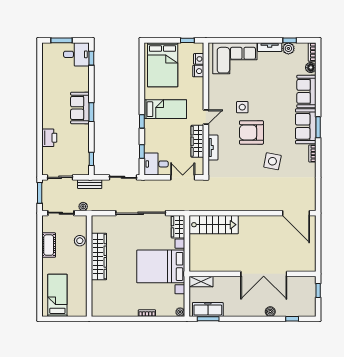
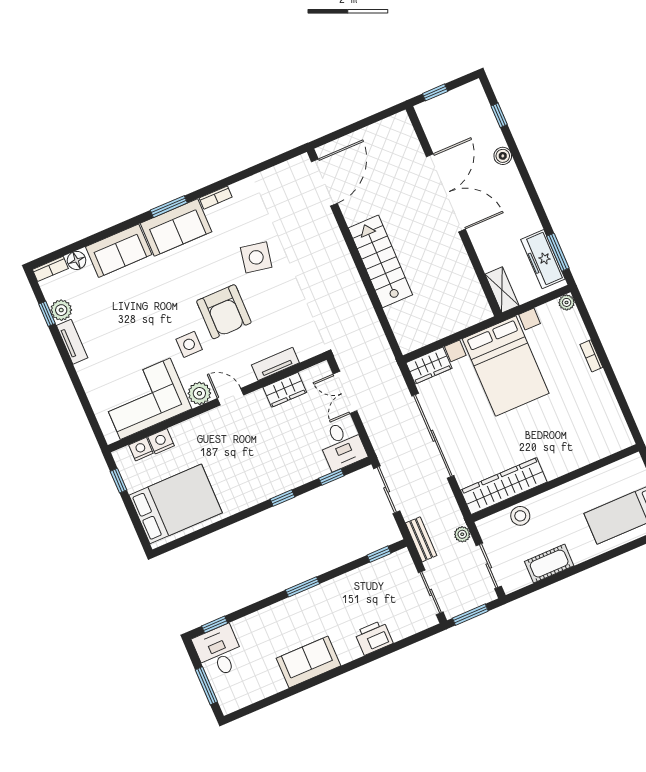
corner sofa: (235, 58) -> (145, 399), moved, turned -90
plant: (215, 102) -> (199, 393), added
sofa: (80, 108) -> (308, 662), moved, turned 180
bed: (165, 109) -> (246, 468), removed
wardrobe: (197, 141) -> (285, 390), width x0.67
stairs: (214, 225) -> (380, 261), moved
wardrobe: (99, 257) -> (504, 486), moved

